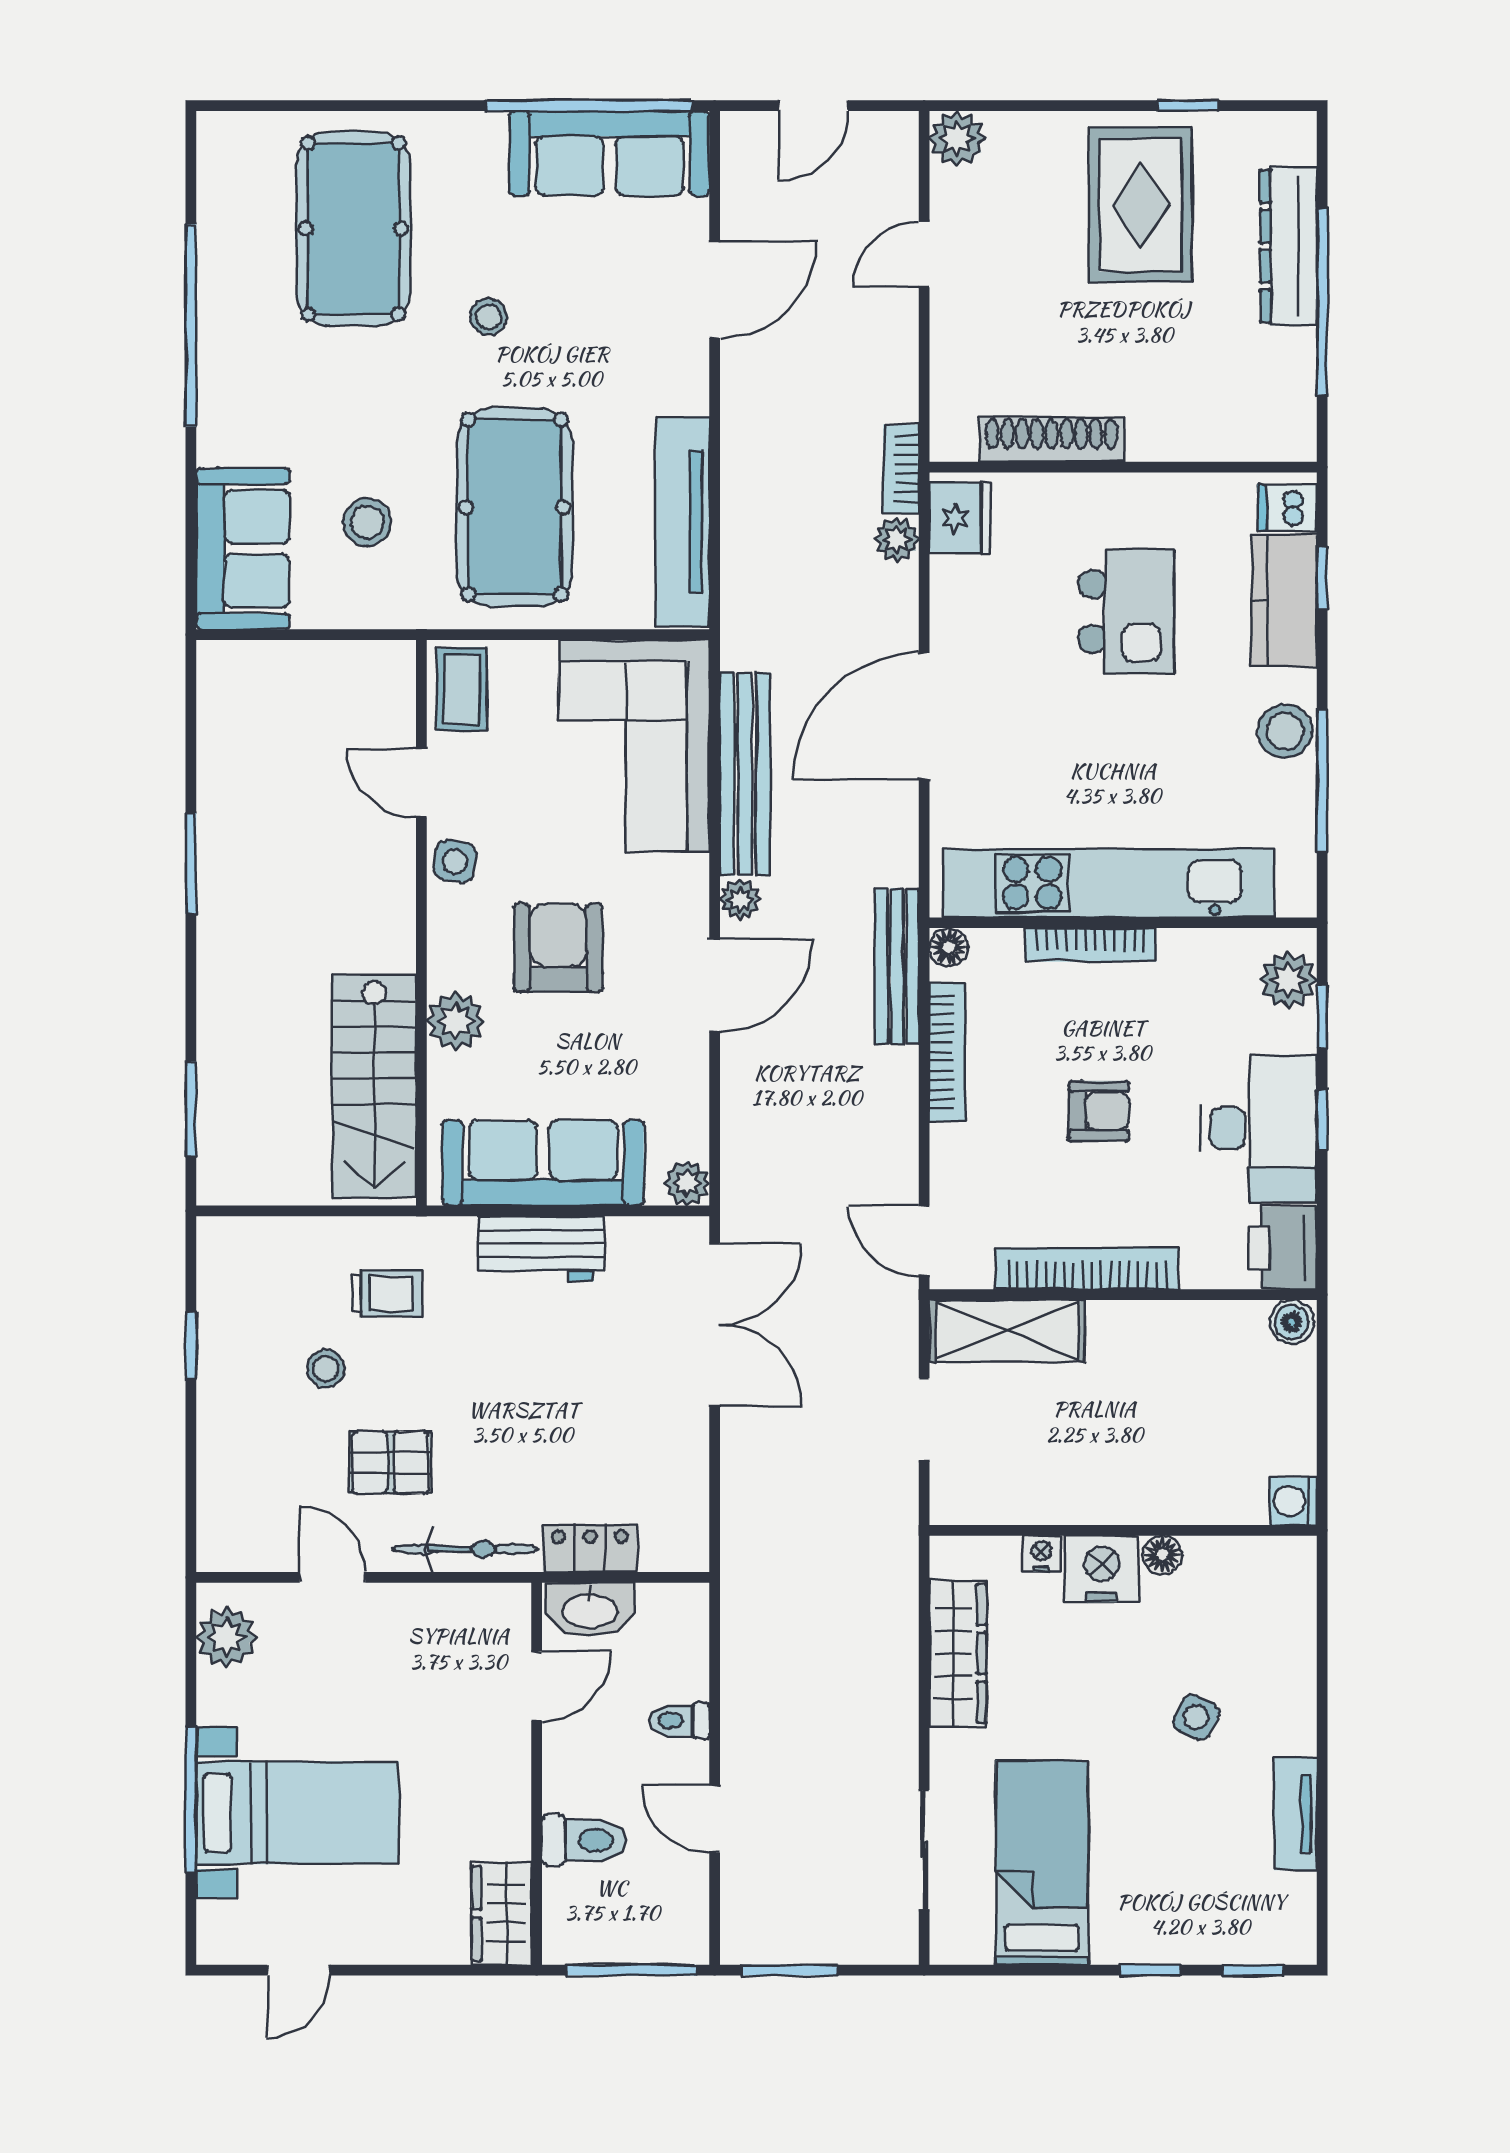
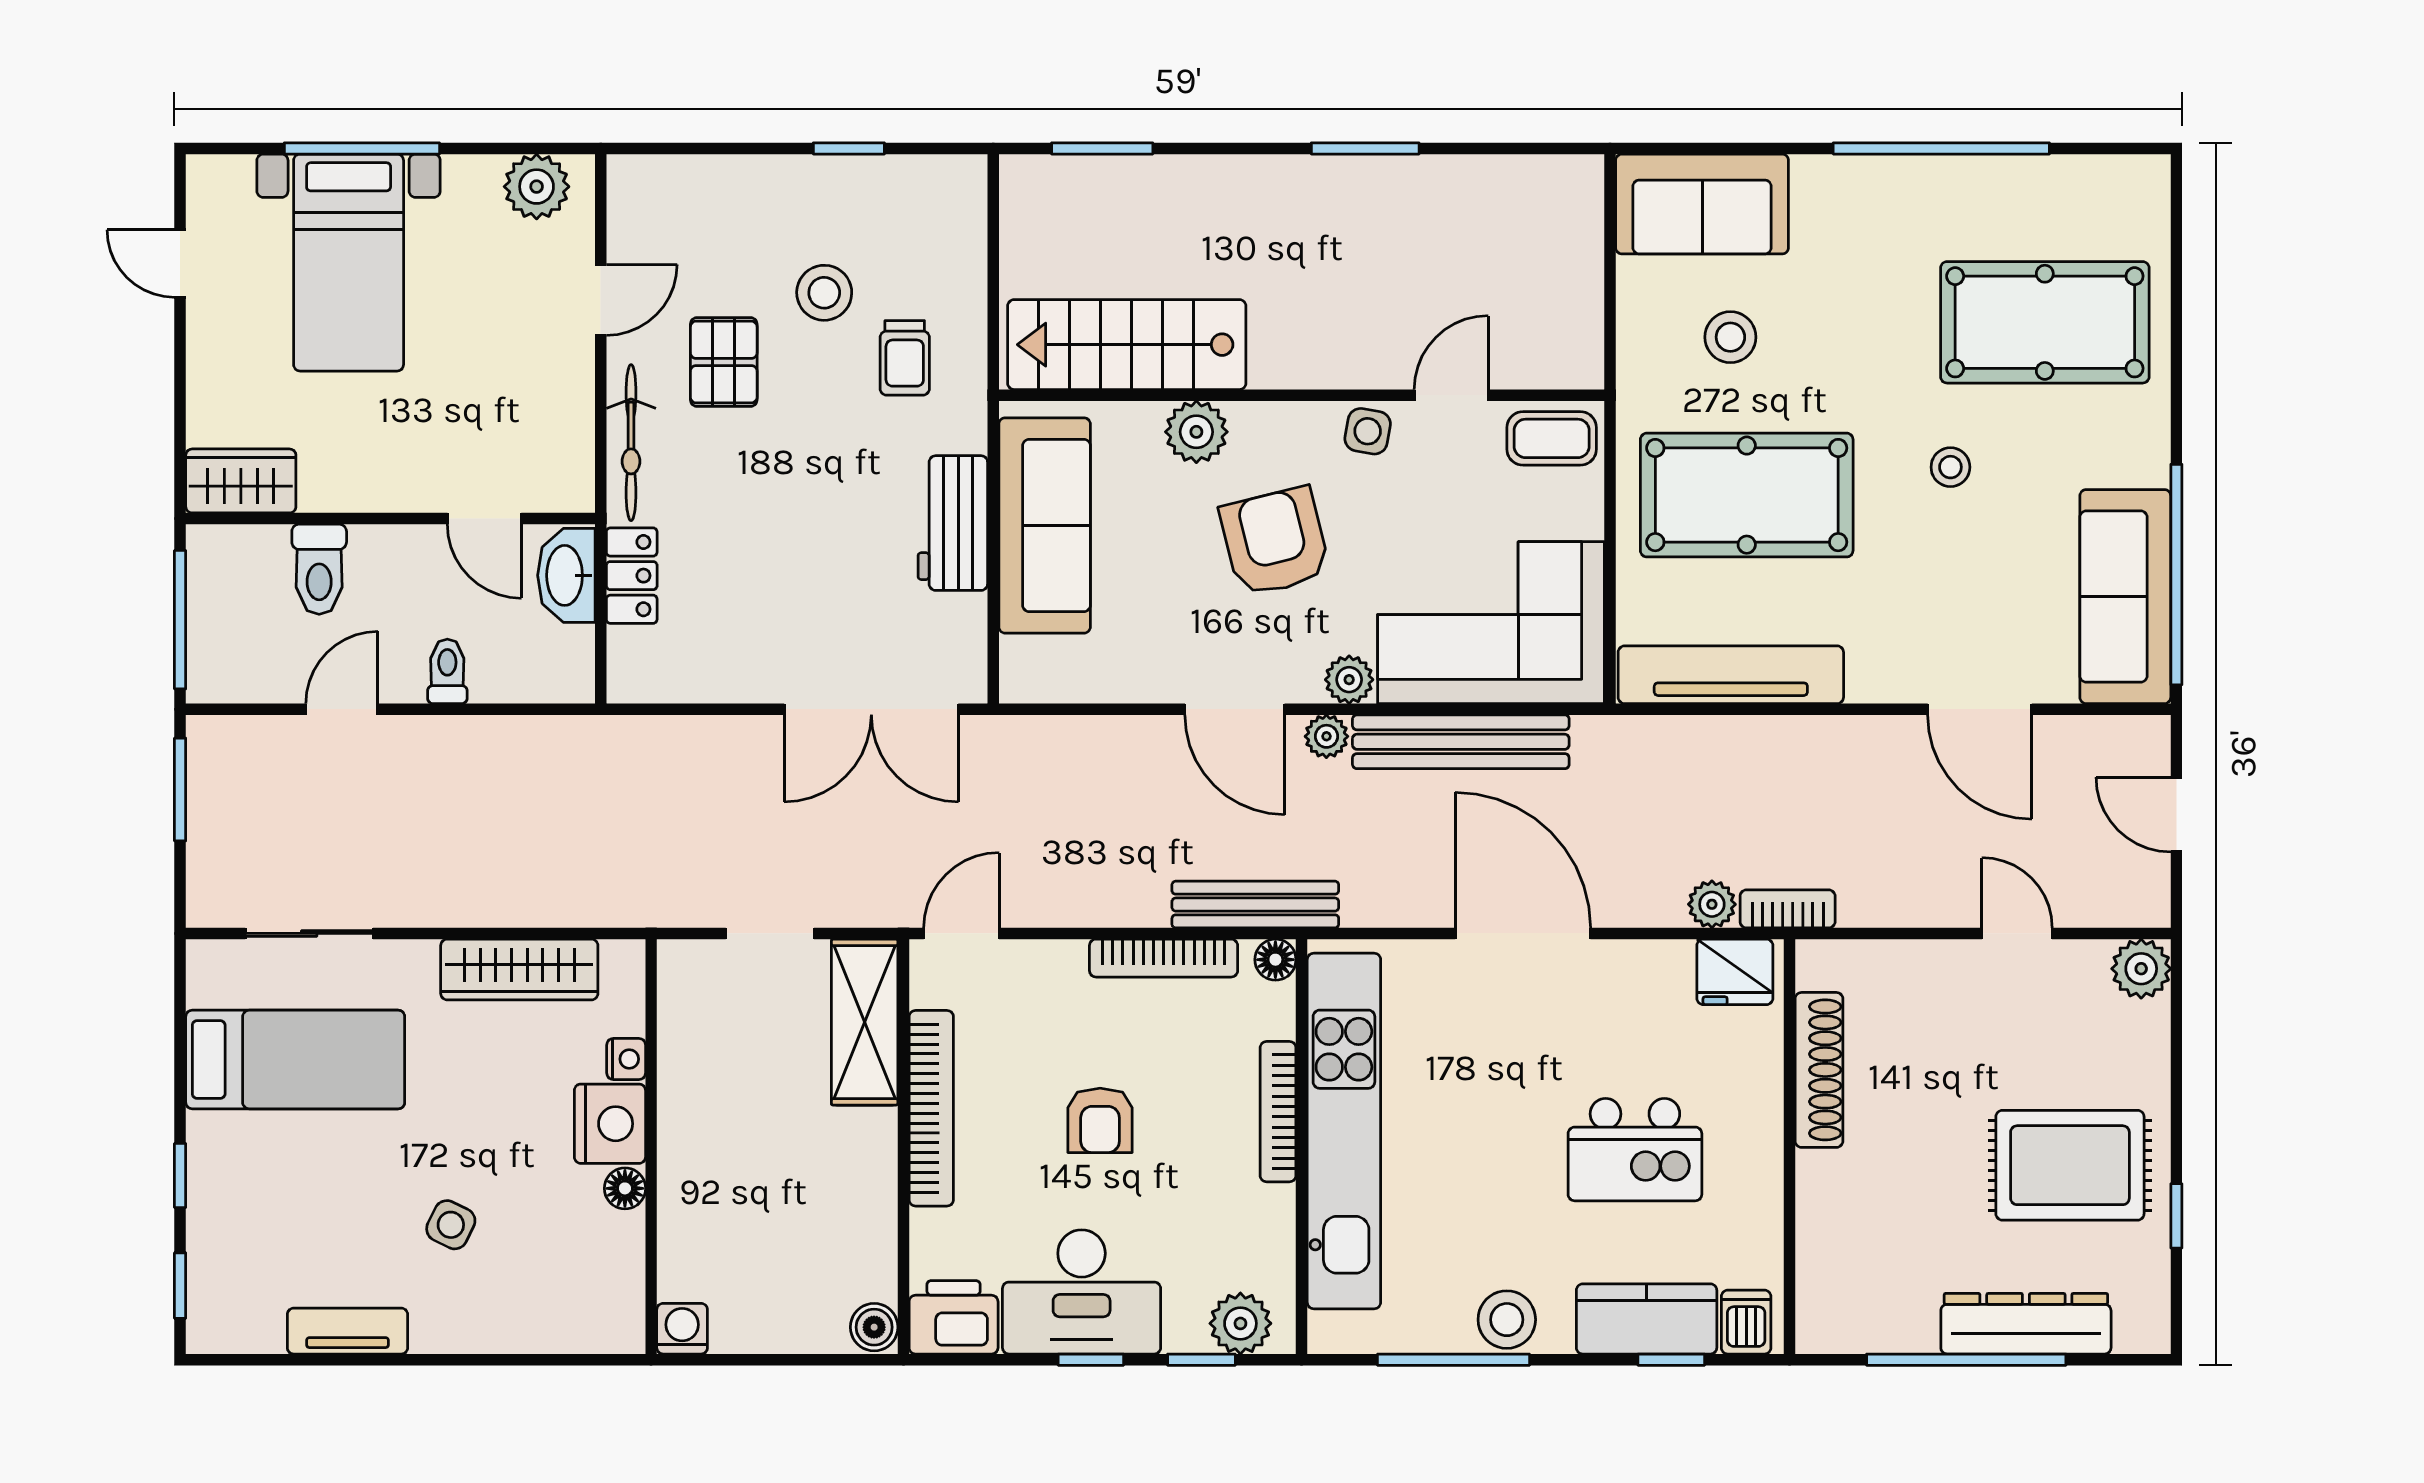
armchair: (558, 948) -> (1275, 542), turned -104
plant: (687, 1183) -> (1349, 680), moved
stool: (326, 1369) -> (824, 293), width x1.37, depth x1.37

